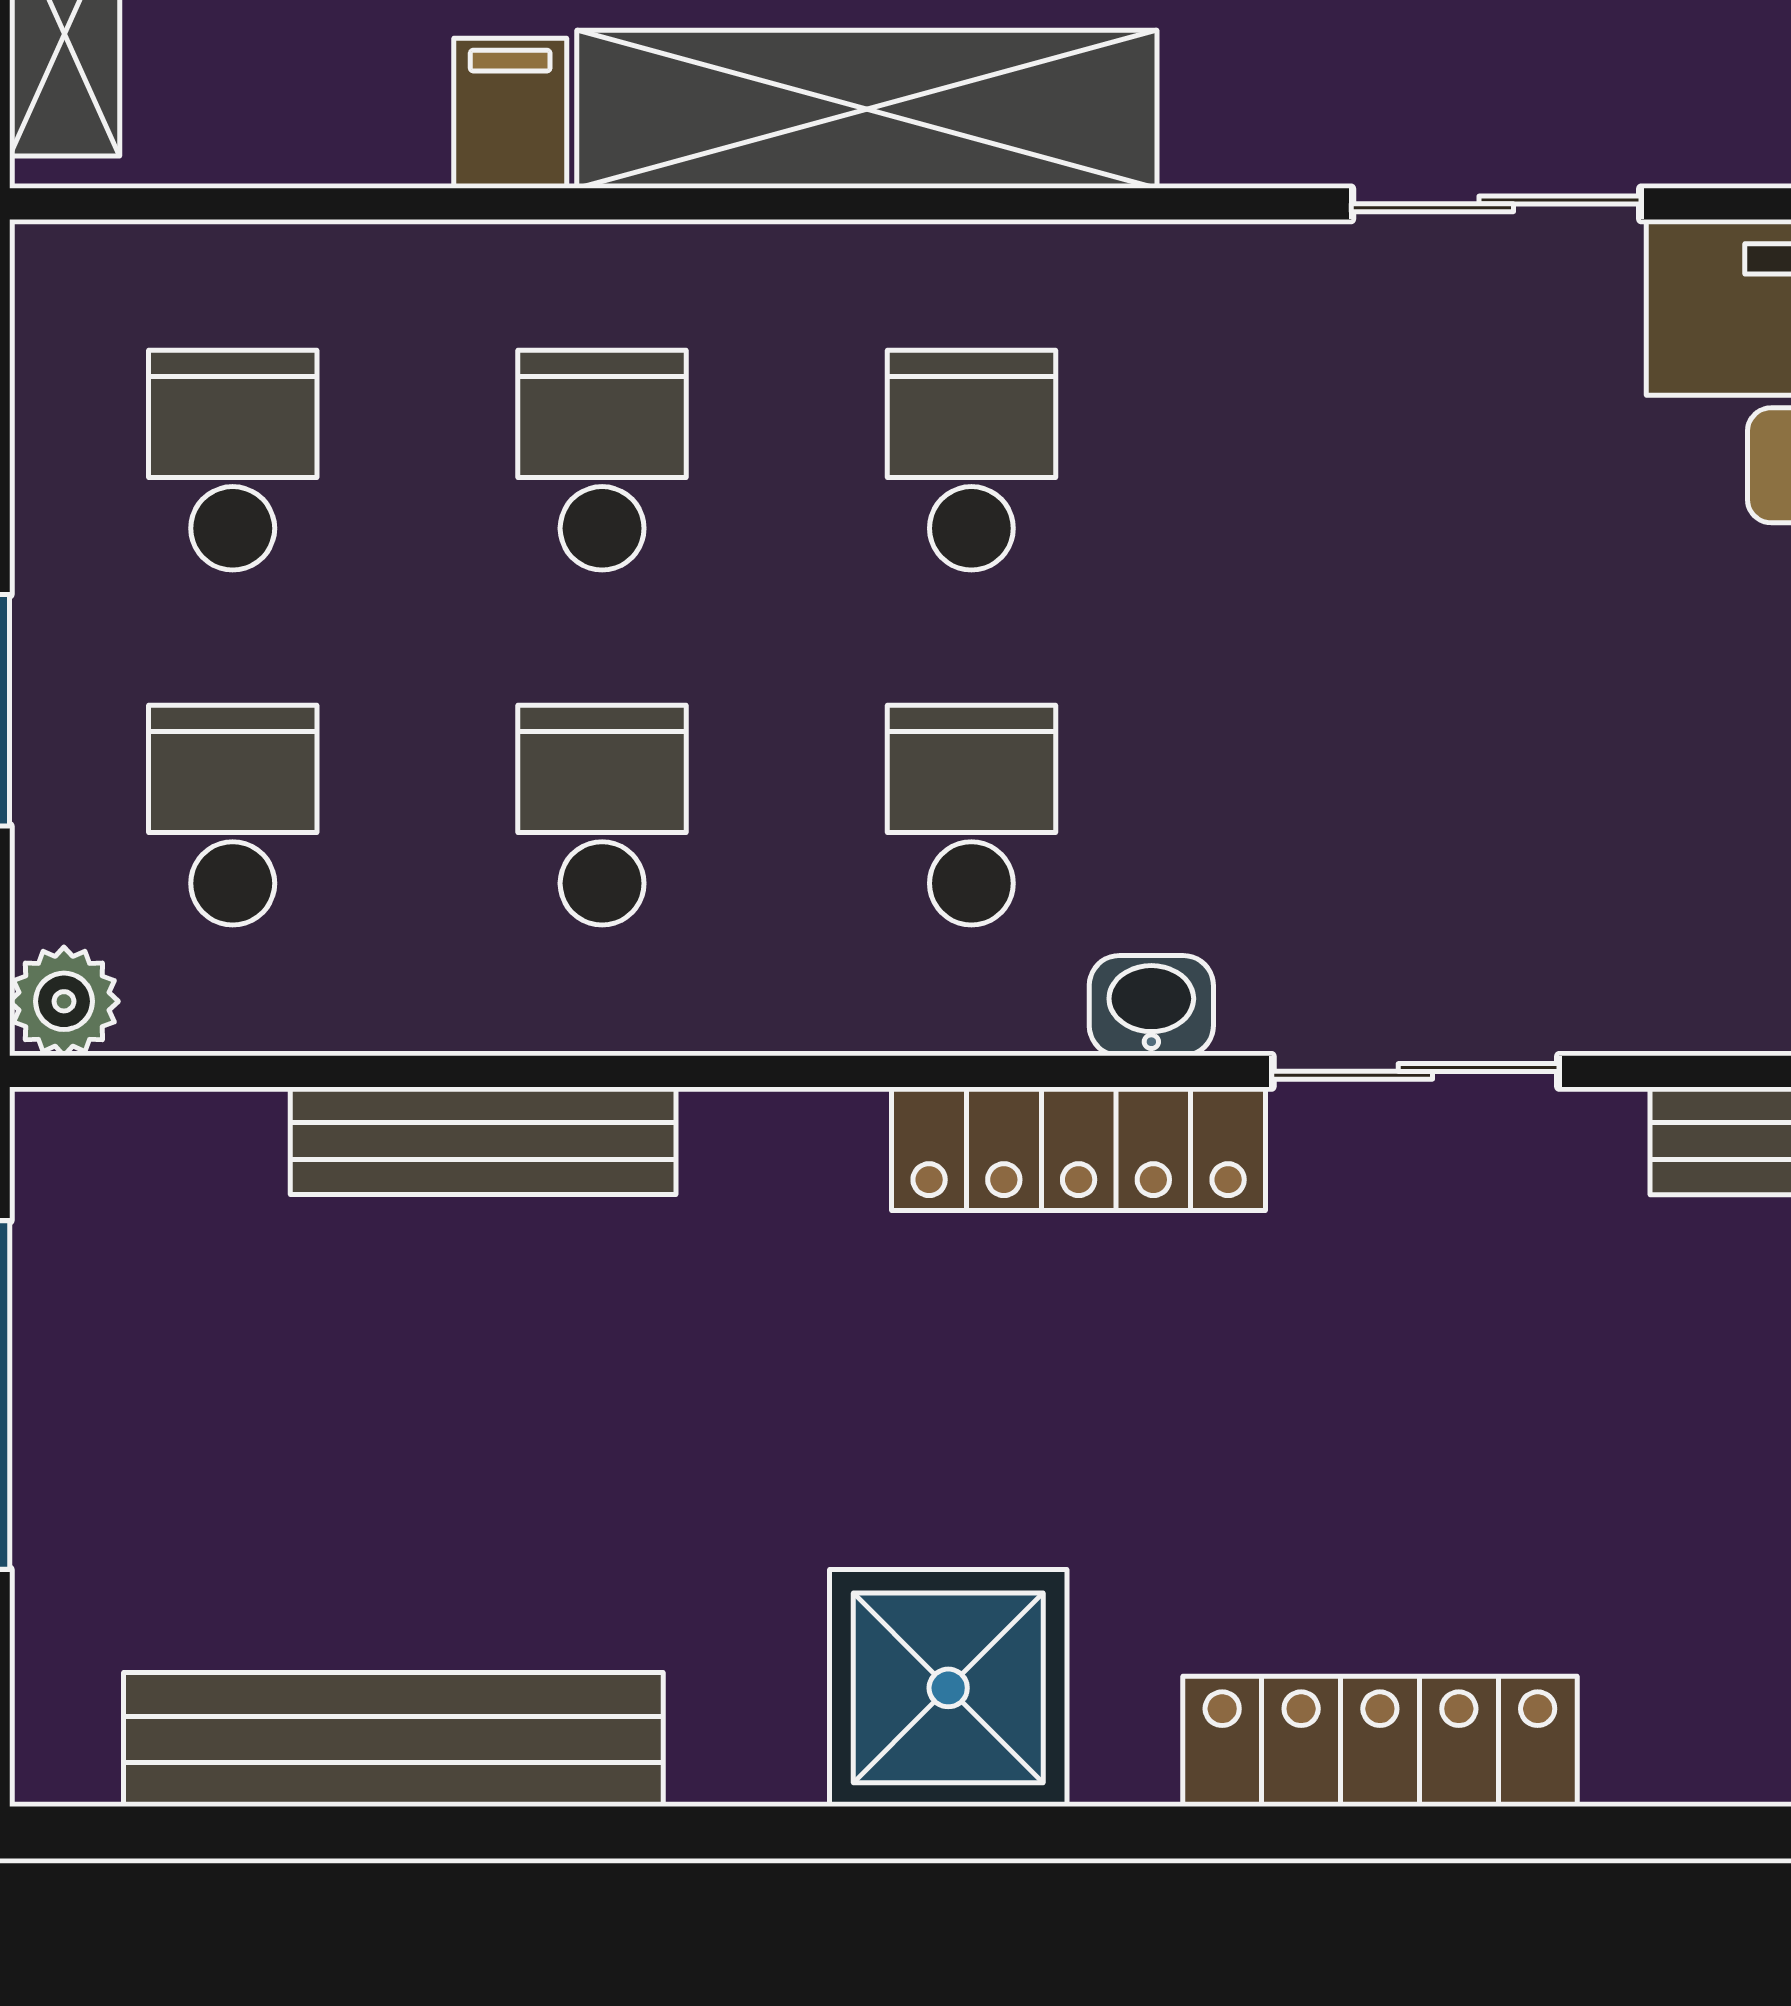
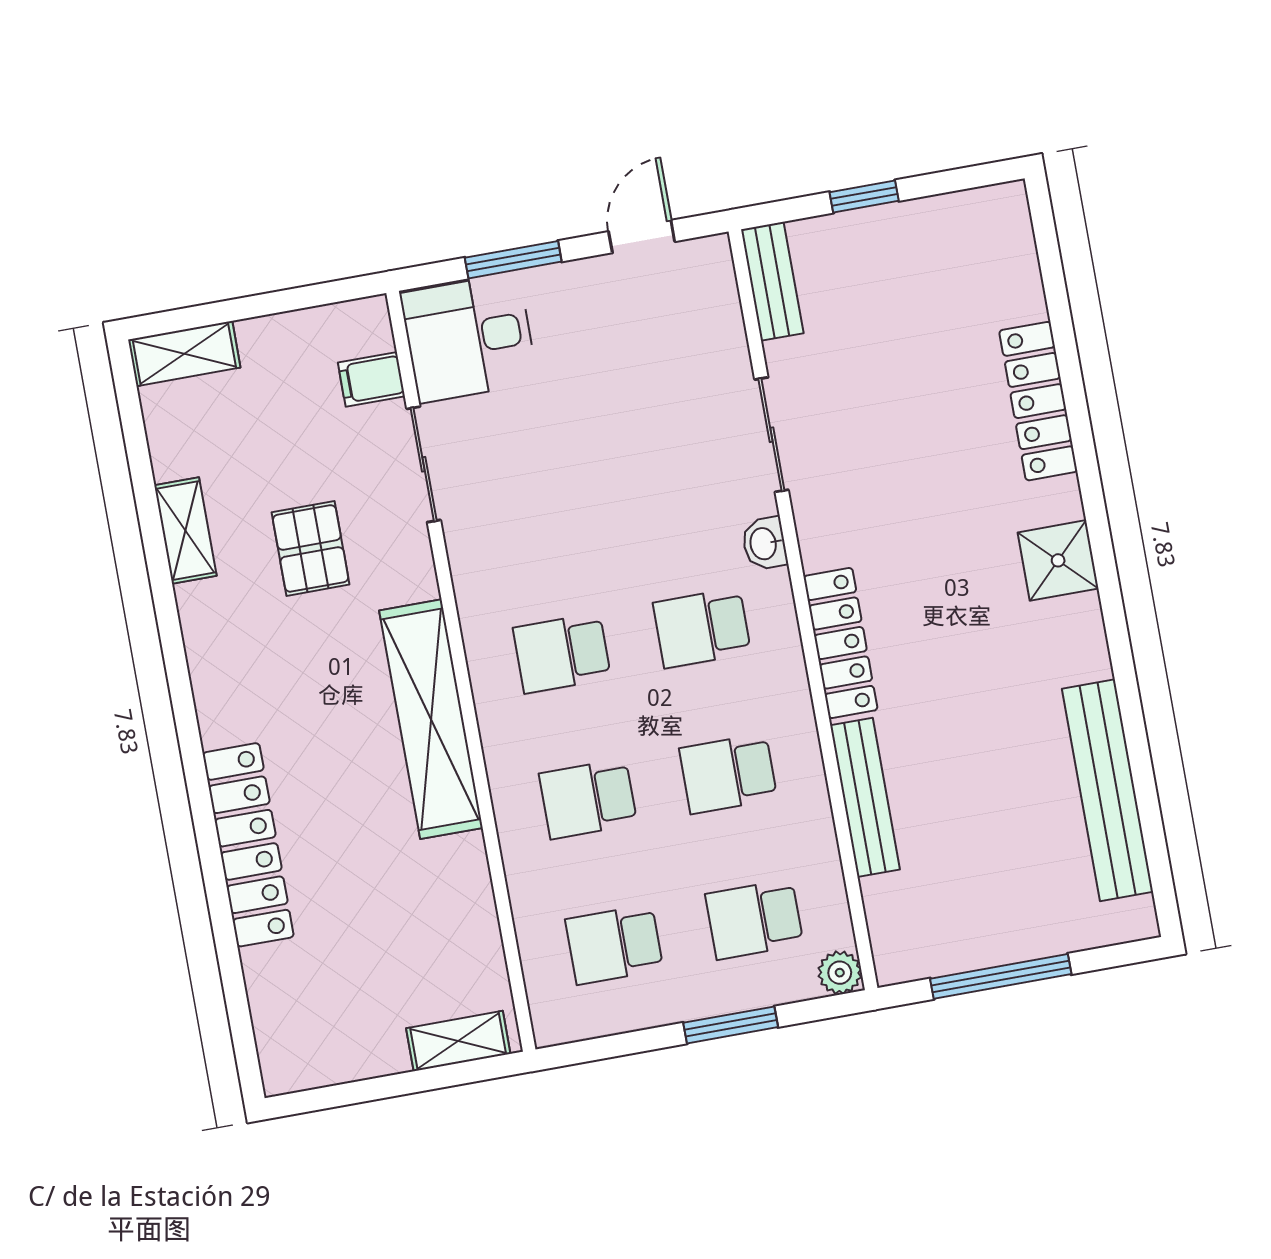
filing cabinet: (510, 113) -> (371, 379), moved
locker: (1079, 1149) -> (840, 643), moved
shower: (948, 1688) -> (1058, 560), width x0.73, depth x0.73

